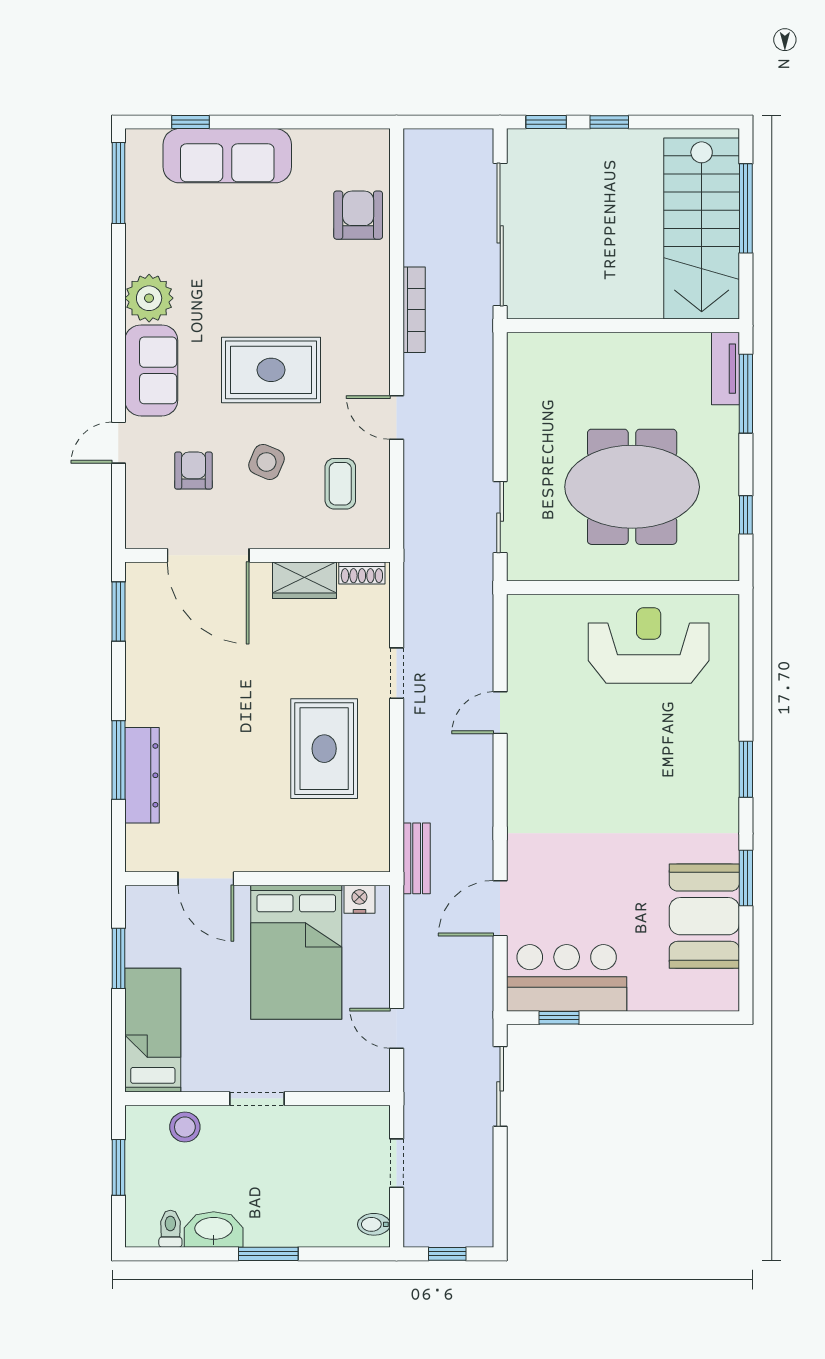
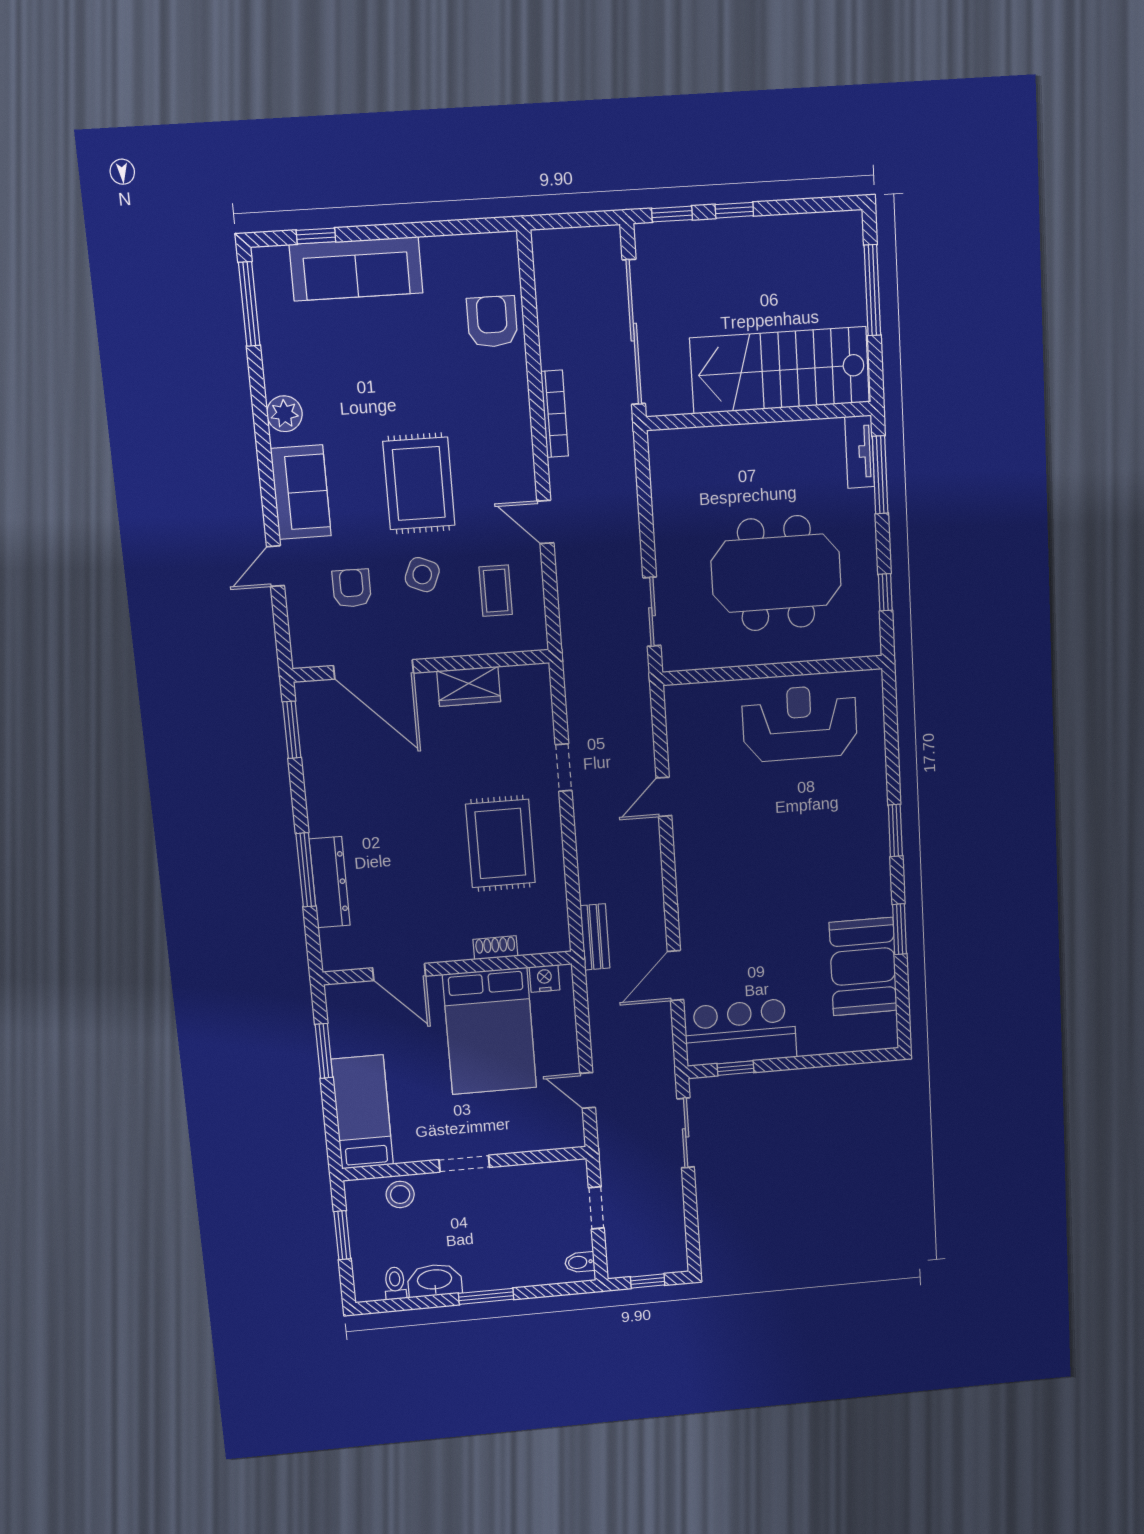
stairs: (702, 229) -> (780, 370), moved, turned 90
plant: (149, 298) -> (284, 414), width x0.73, depth x0.73
rug: (271, 370) -> (419, 483), turned 90
shoe rack: (362, 573) -> (495, 948), moved, turned 180

